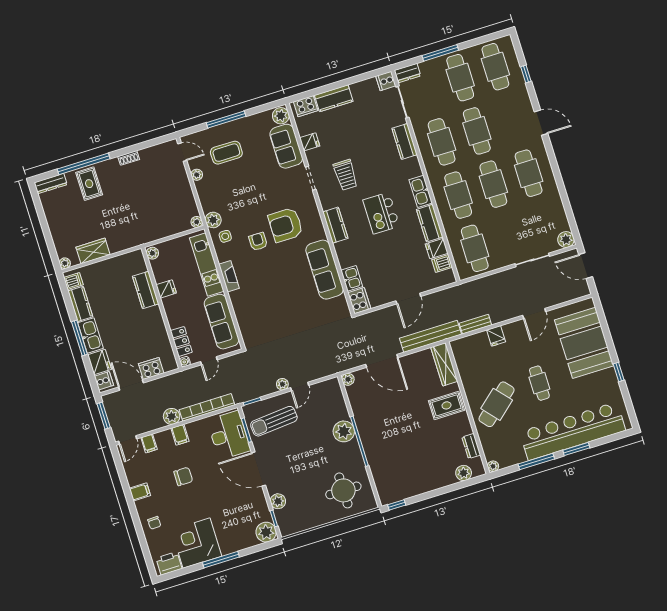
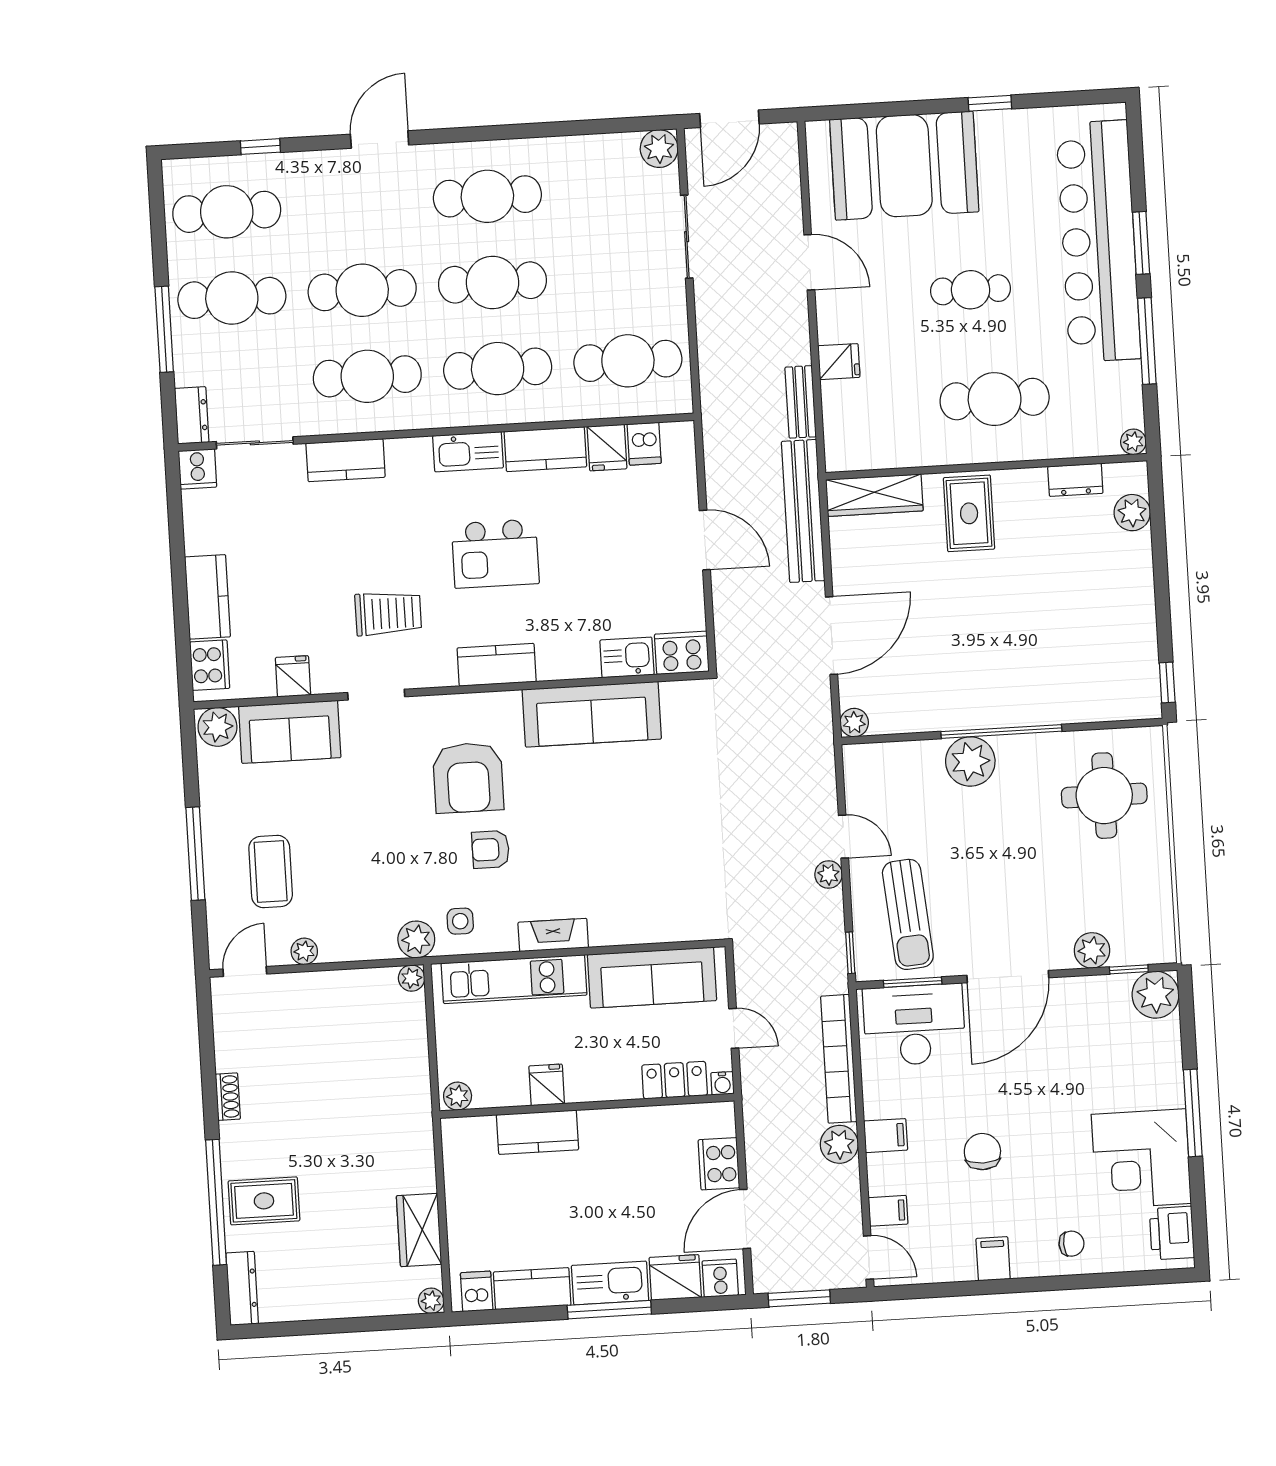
cafe table: (497, 404) -> (995, 399), turned -49

